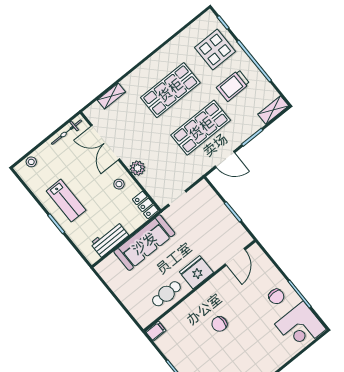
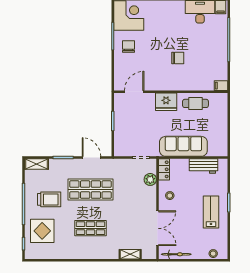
shop shelf: (170, 90) -> (90, 228), width x0.70, depth x0.74
plant: (137, 168) -> (150, 179), moved

